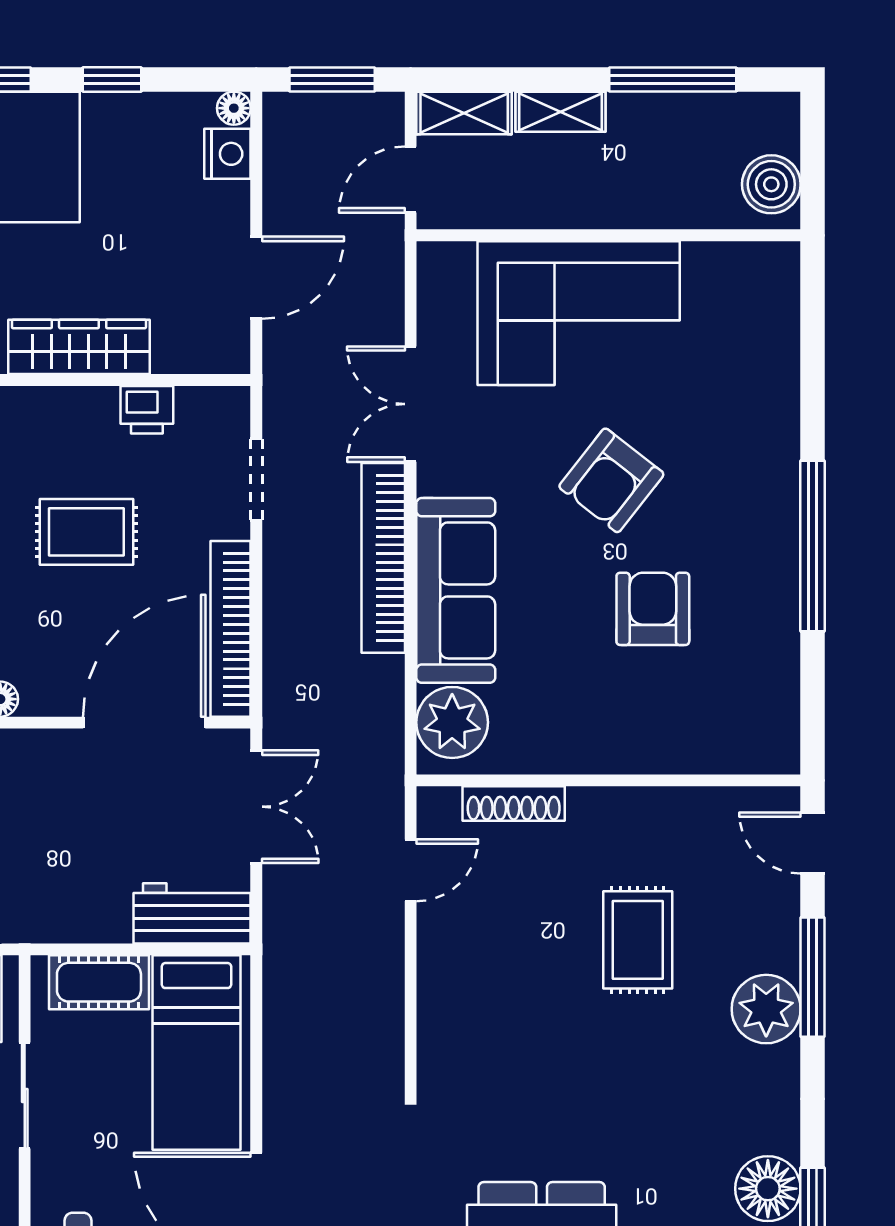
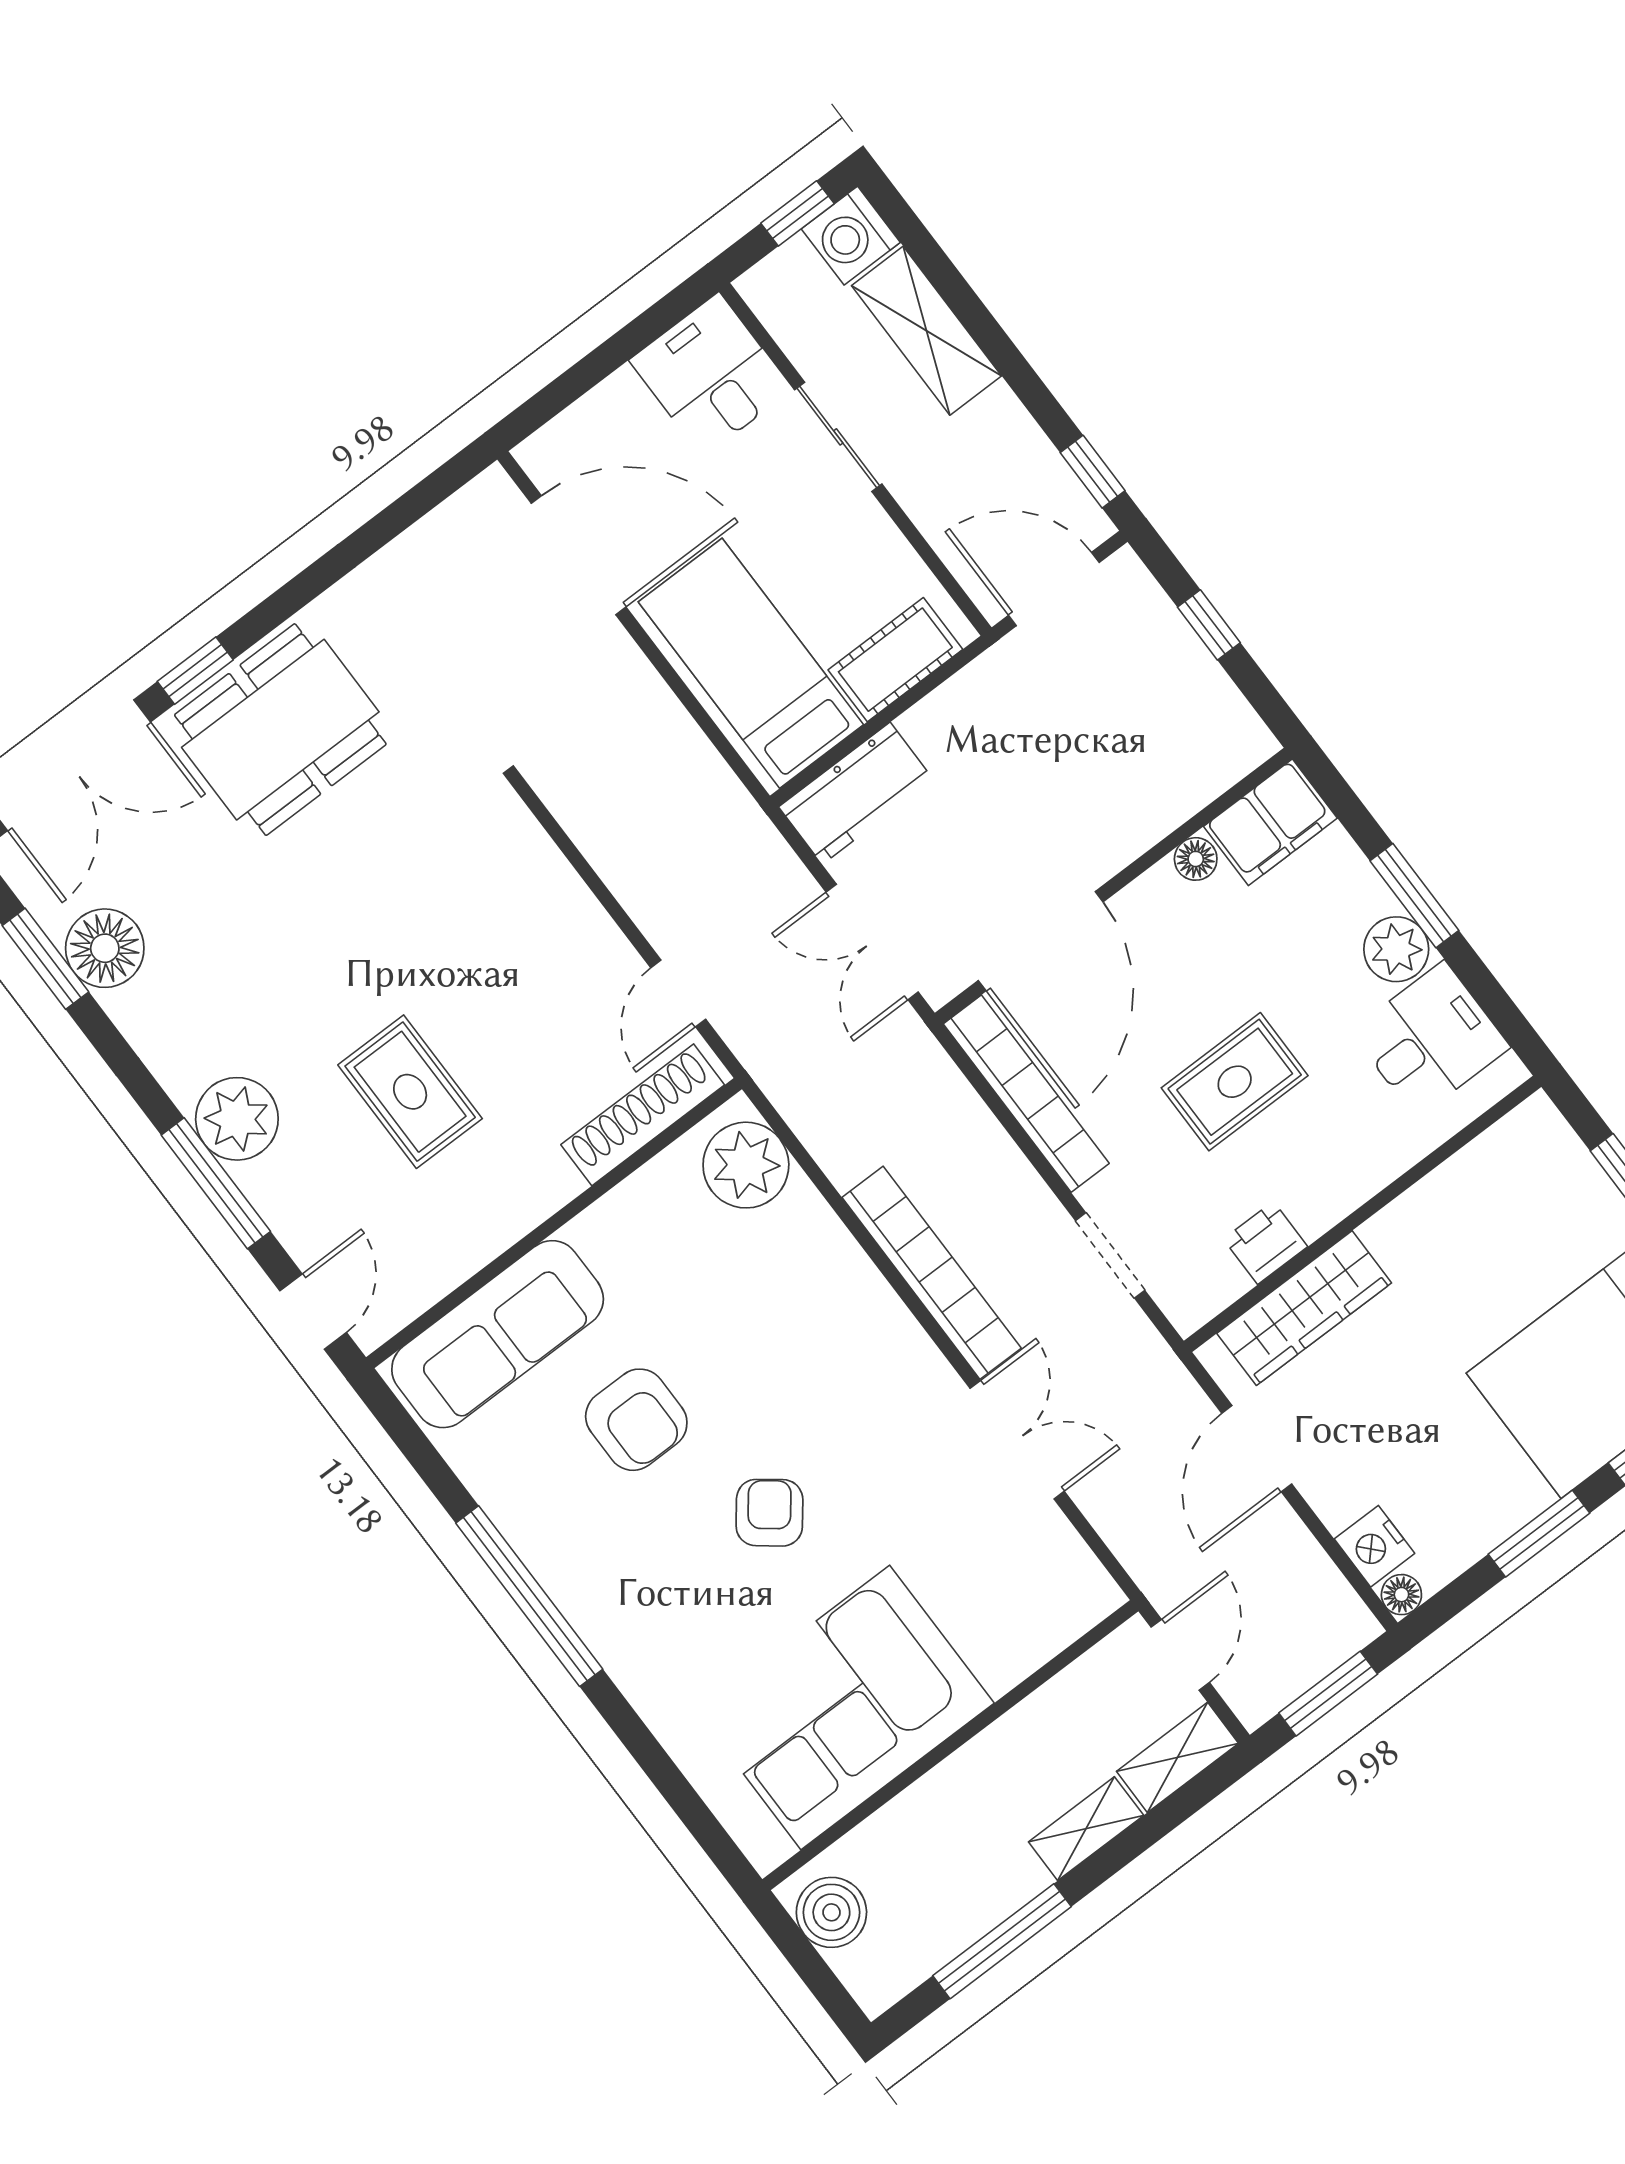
window: (112, 79) -> (1539, 1534), width x1.50
corner sofa: (579, 313) -> (845, 1707), moved
wardrobe: (79, 347) -> (1304, 1308), moved
armchair: (611, 480) -> (769, 1513), width x0.72, depth x0.72
sofa: (456, 590) -> (498, 1334), moved, turned -90
shoe rack: (514, 804) -> (643, 1115), width x1.36, depth x1.24
door: (813, 843) -> (313, 1312), hinge flipped
sliding door: (25, 1096) -> (838, 437), moved

